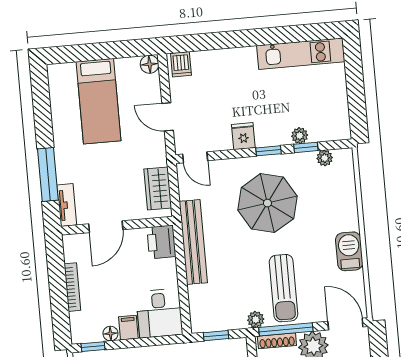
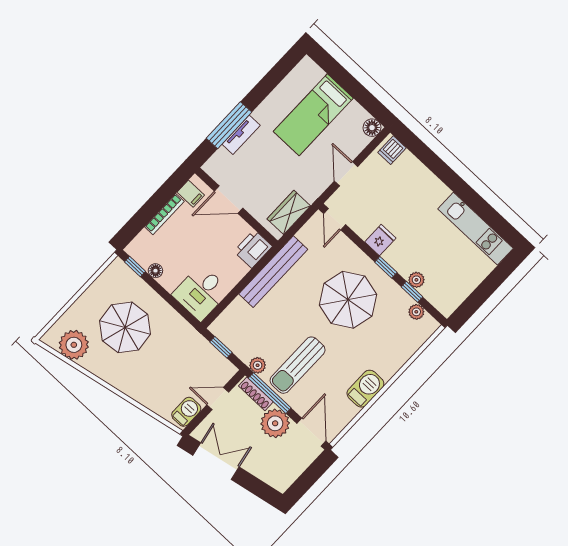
tv unit: (67, 205) -> (241, 135), moved
filing cabinet: (128, 328) -> (191, 194), moved, turned 90

